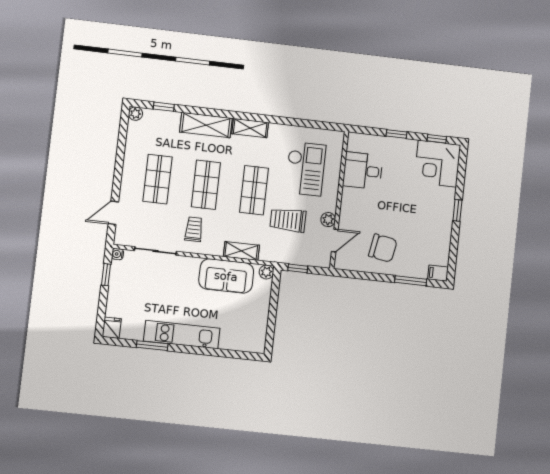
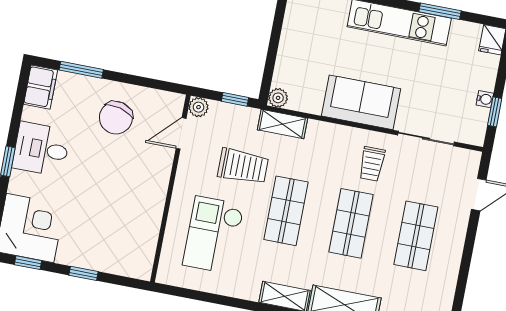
desk: (363, 171) -> (41, 149), moved, turned 180
plant: (328, 220) -> (198, 107), moved
chair: (383, 248) -> (116, 118), turned -85
shelving: (241, 251) -> (282, 124), moved
water cooler: (118, 254) -> (485, 99), moved
filing cabinet: (438, 273) -> (41, 87), width x2.00
sofa: (226, 276) -> (361, 102), moved

